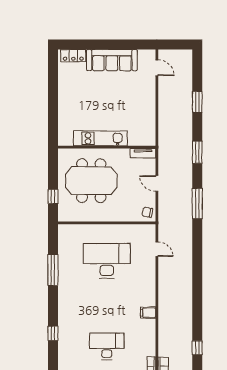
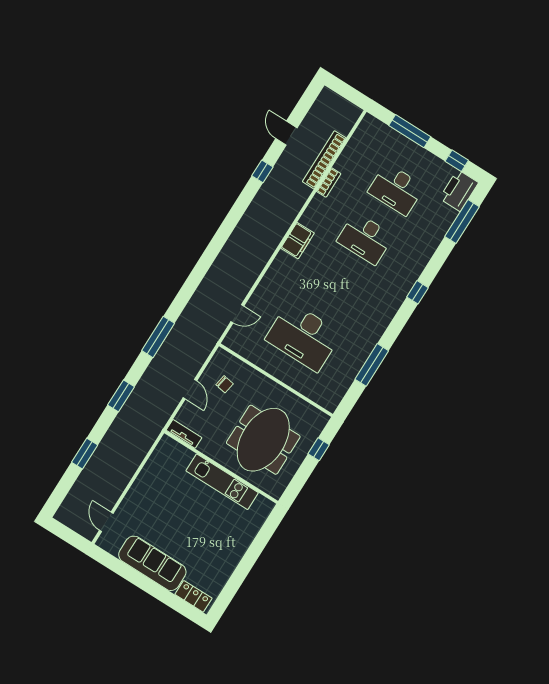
meeting table: (91, 181) -> (263, 440), turned 90
chair: (147, 212) -> (225, 384), moved
door: (157, 249) -> (237, 314), swing flipped
filing cabinet: (148, 313) -> (297, 241), width x2.00

